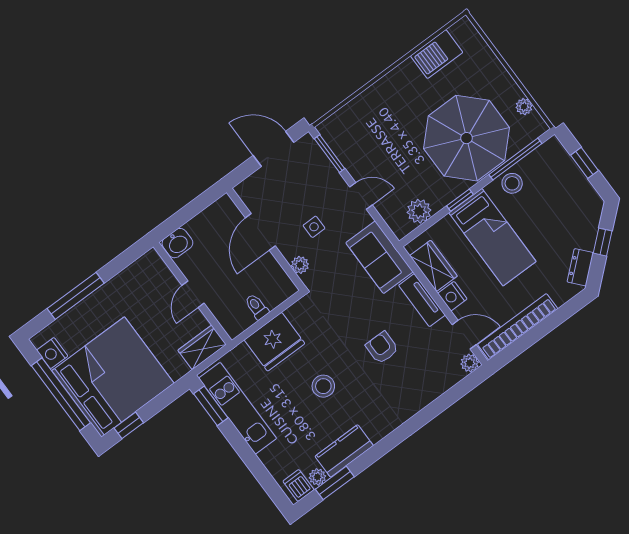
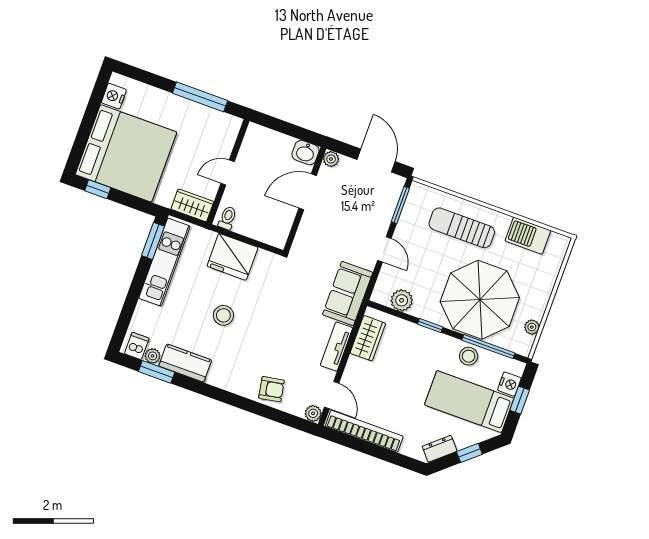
sun lounger: (389, 111) -> (462, 228), added
side table: (314, 227) -> (338, 229), removed
bed: (492, 237) -> (469, 402), moved, turned 90
washbasin: (177, 243) -> (305, 152), moved
plant: (300, 265) -> (331, 159), moved
window: (76, 296) -> (200, 97), moved
nightstand: (452, 296) -> (509, 384), moved, turned 180
toilet: (257, 307) -> (227, 218), moved
armchair: (382, 348) -> (271, 389), moved, turned 80
window: (61, 394) -> (87, 123), removed

